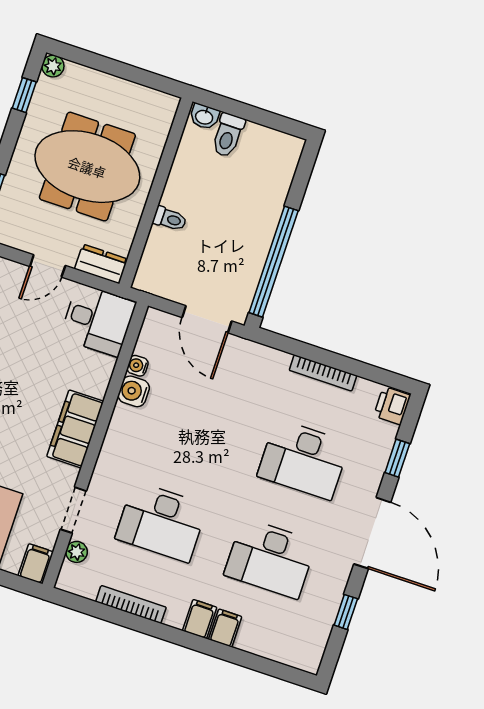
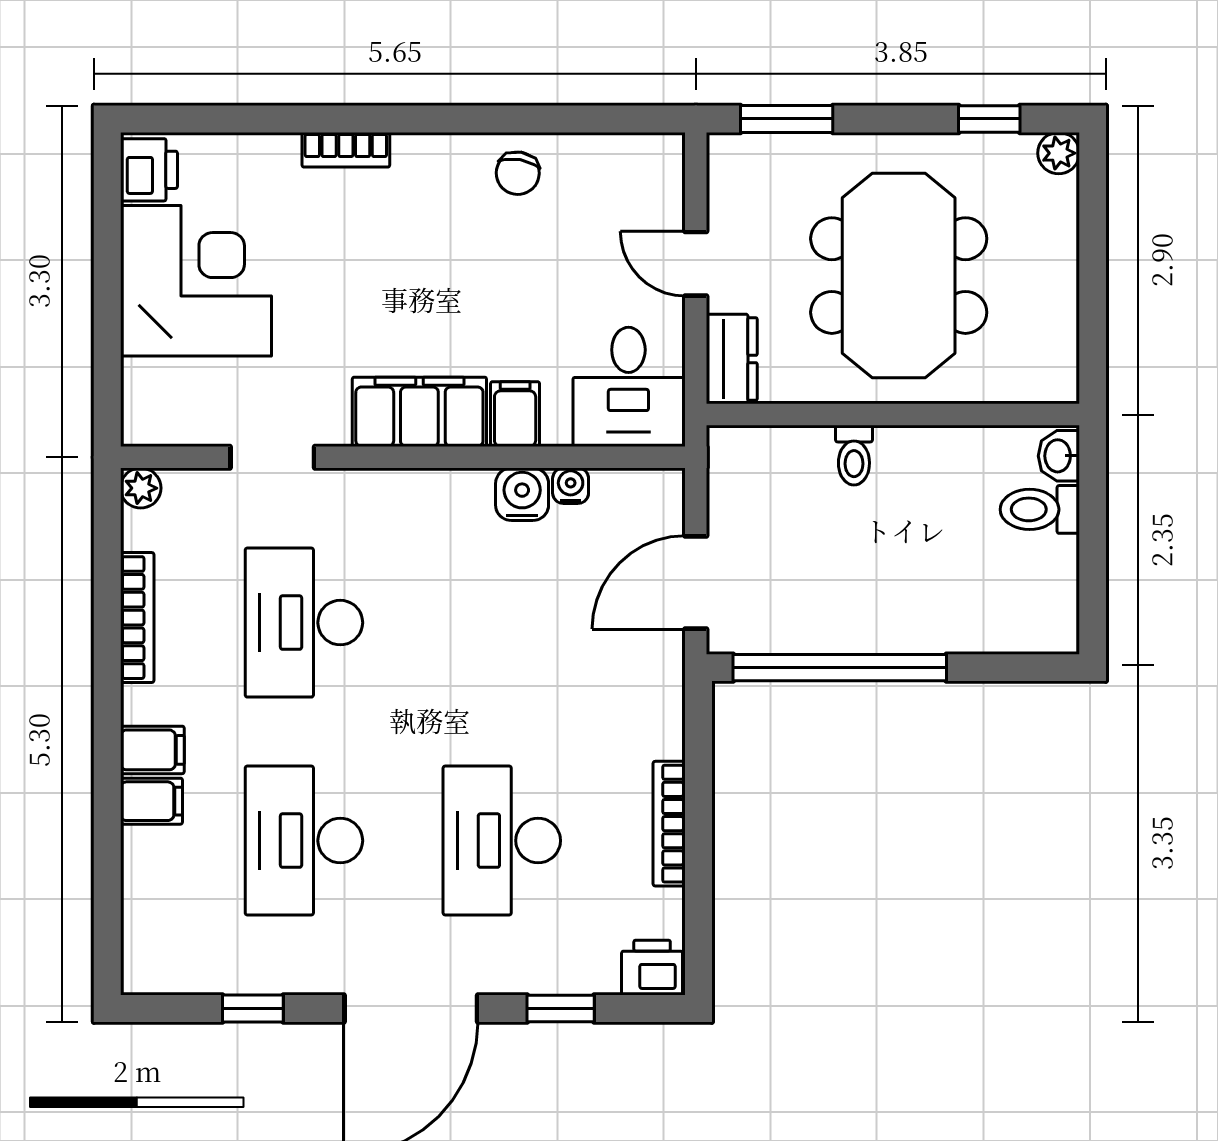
plant: (77, 552) -> (141, 488), moved
filing cabinet: (36, 564) -> (515, 414), moved, turned -90

